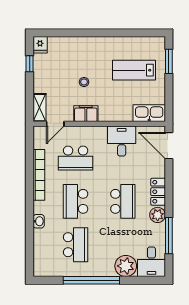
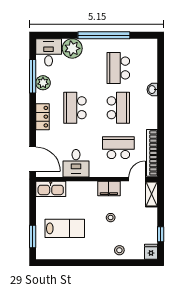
stool: (74, 46) -> (119, 250), added
bookcase: (39, 175) -> (152, 153), moved
plant: (158, 215) -> (43, 83), moved

